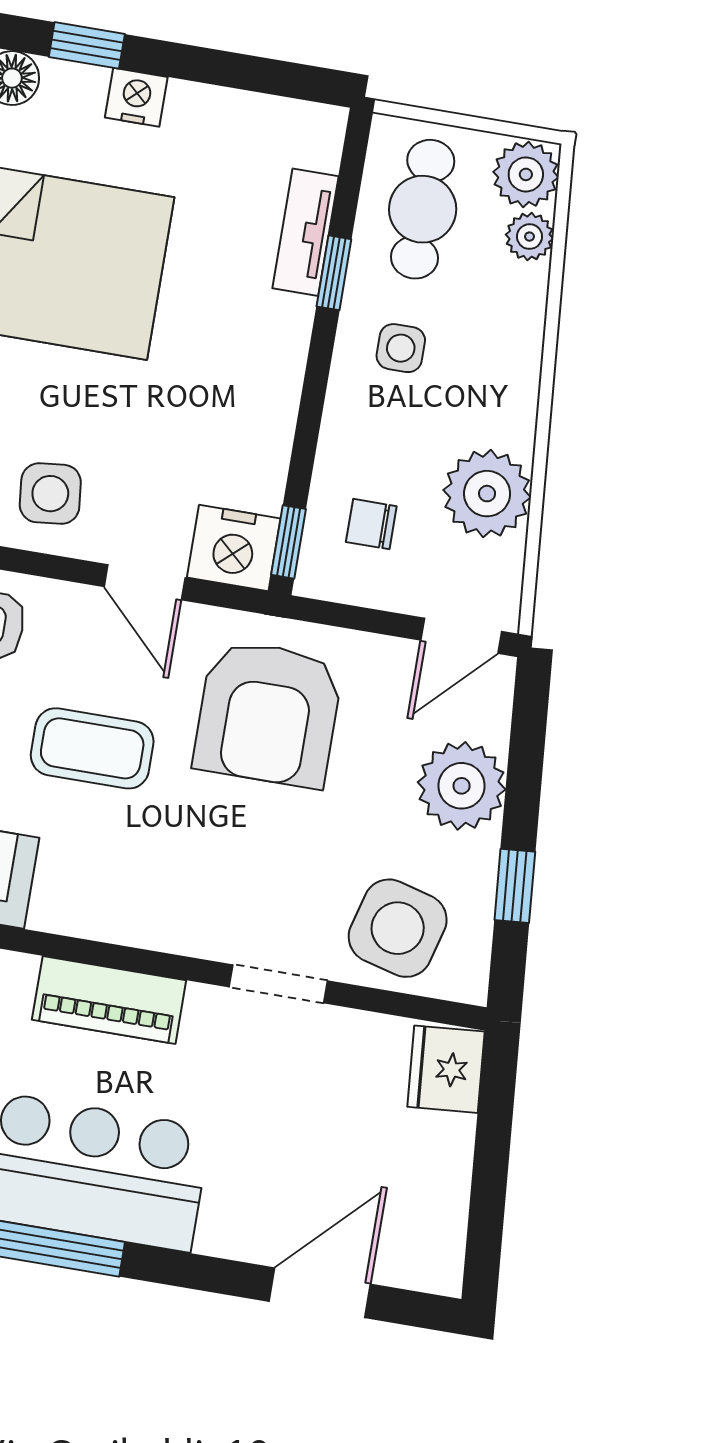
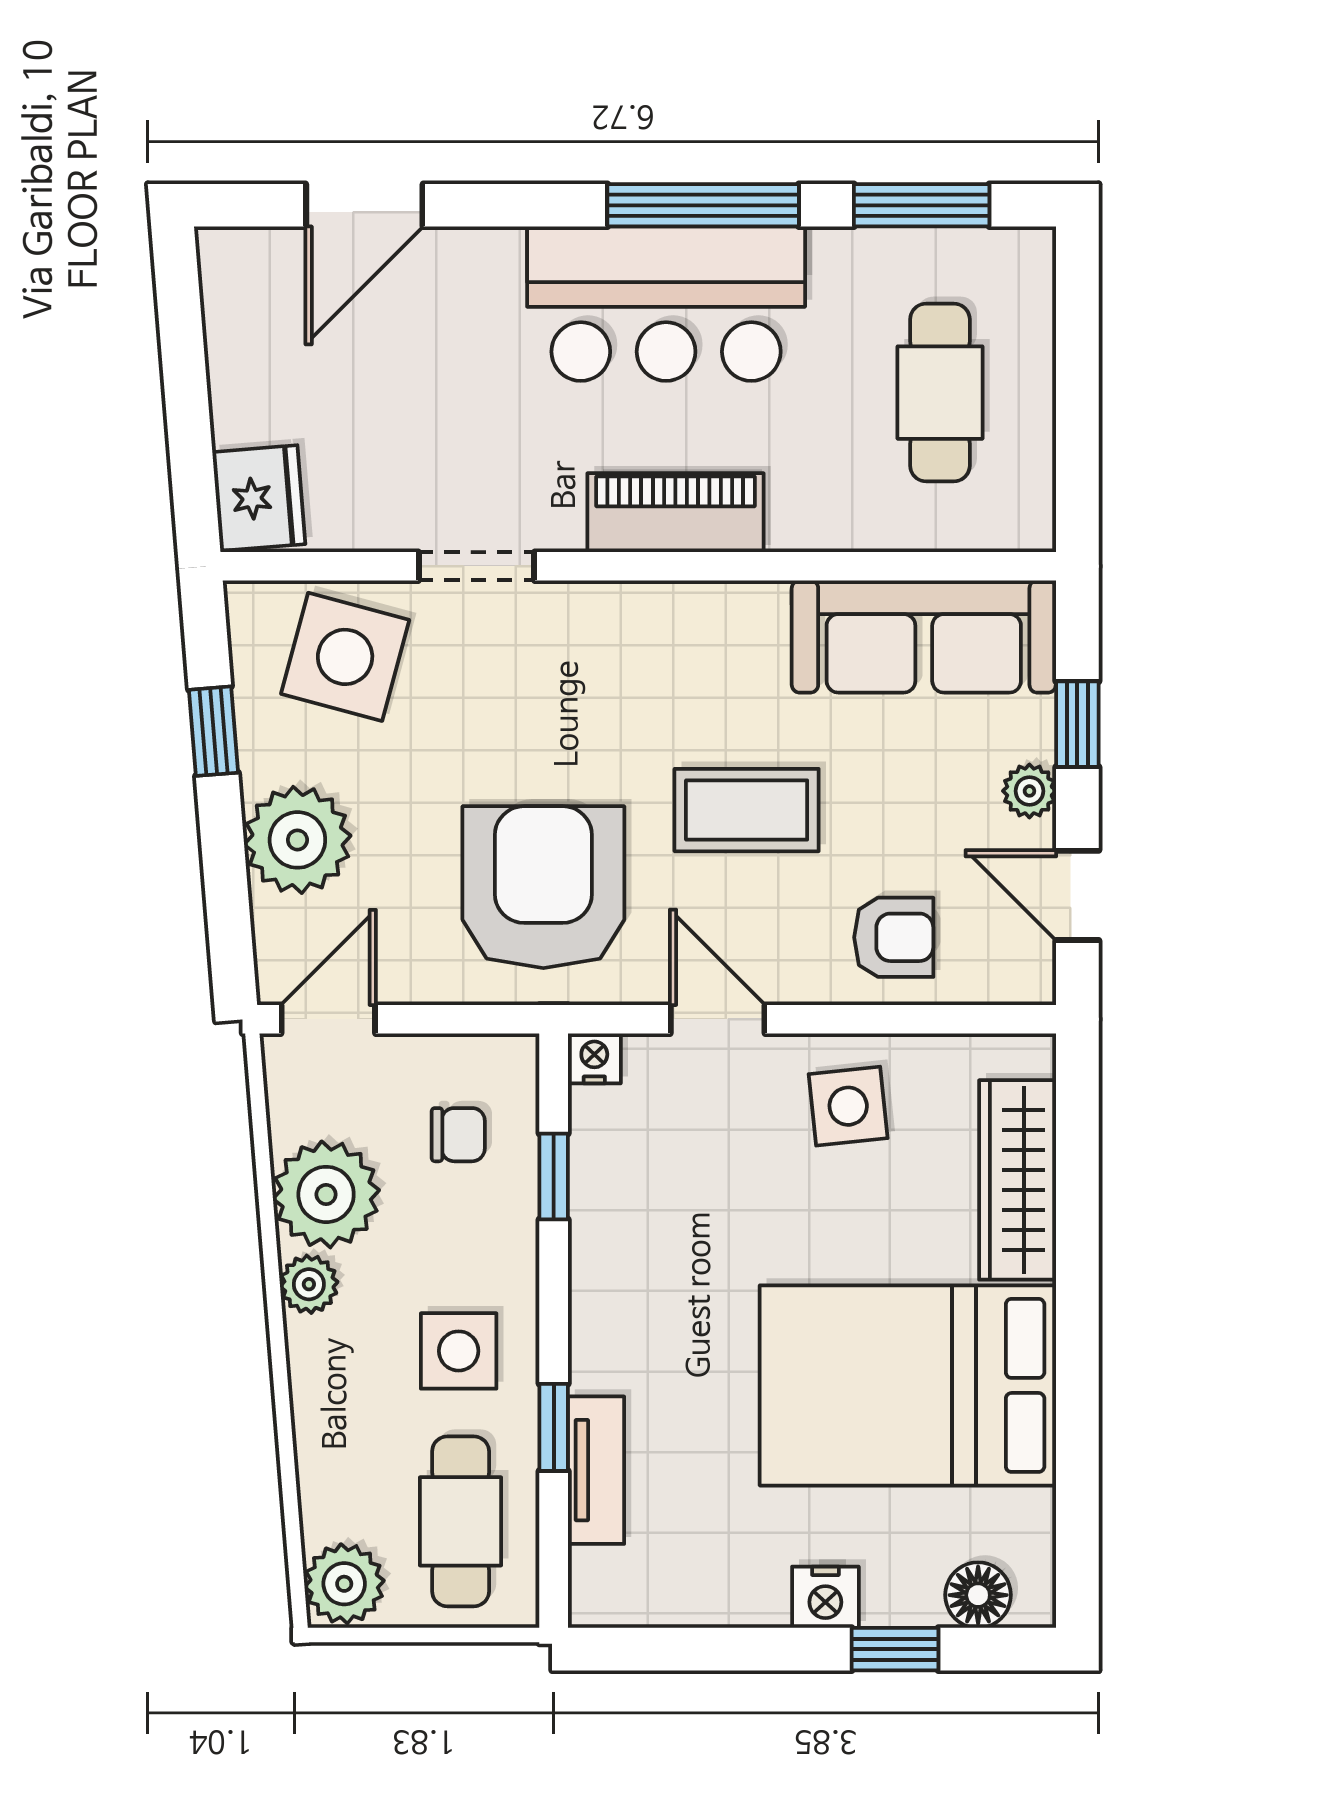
plant: (530, 237) -> (309, 1284), moved
side table: (401, 348) -> (459, 1351), width x1.37, depth x1.37
window: (288, 542) -> (554, 1176), moved
nightstand: (234, 548) -> (594, 1058), width x0.53, depth x0.56

